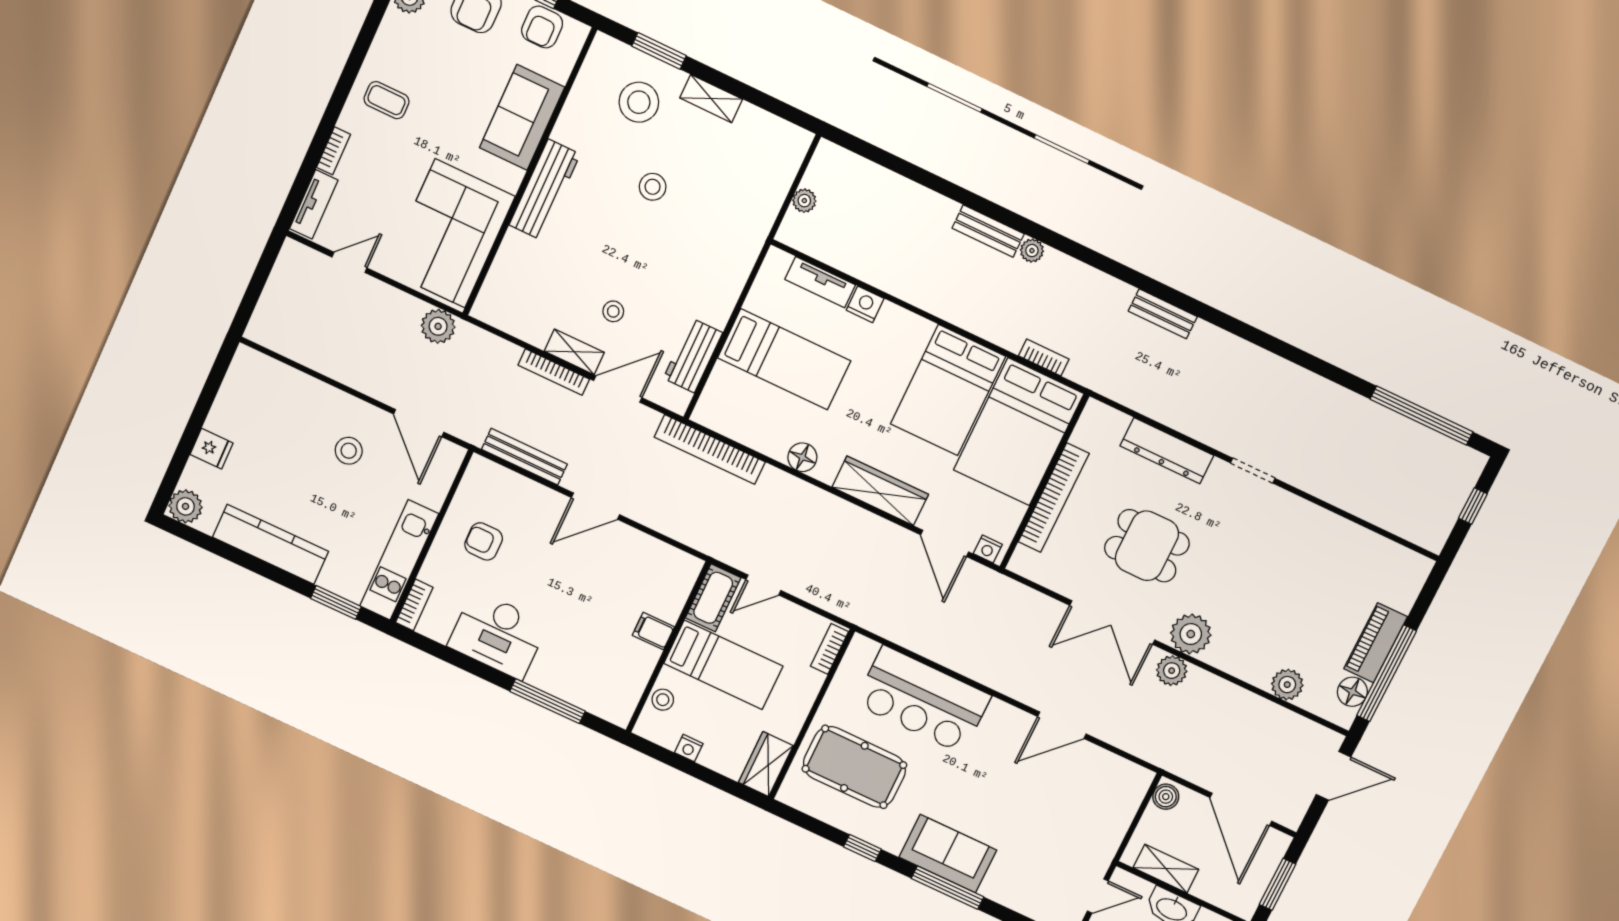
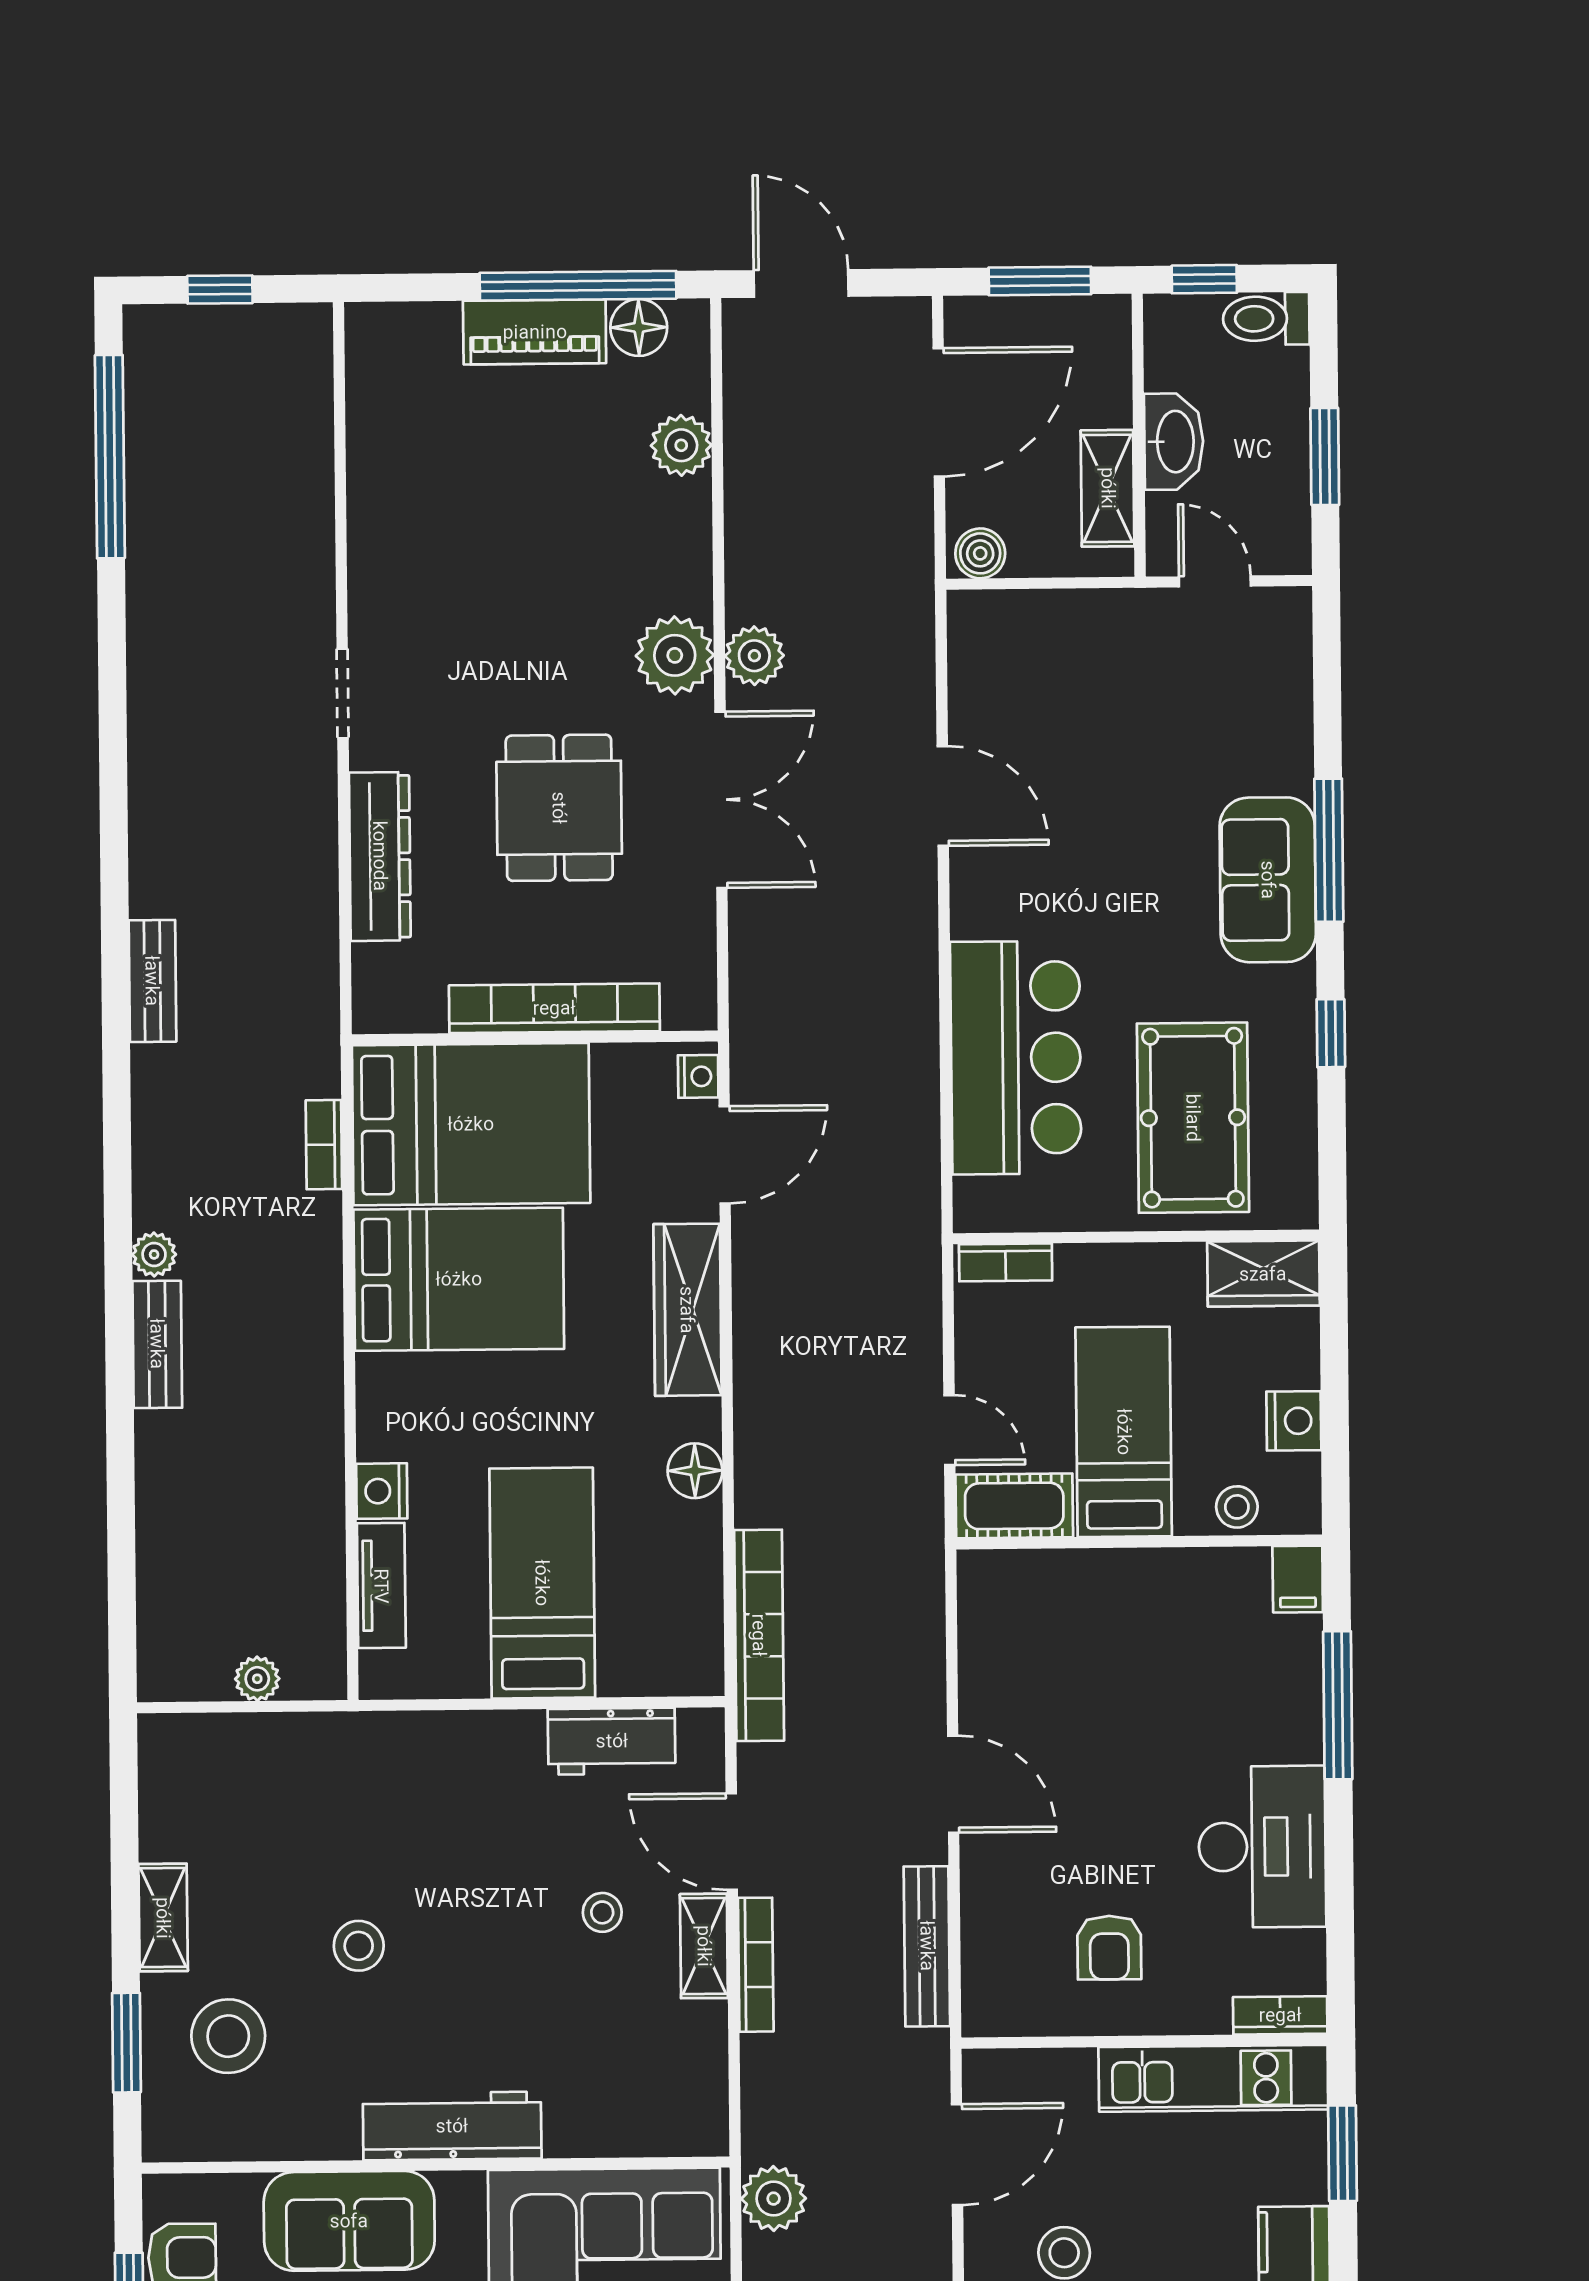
filing cabinet: (653, 631) -> (1298, 1579), moved
nightstand: (689, 748) -> (1294, 1421), width x1.39, depth x1.35

